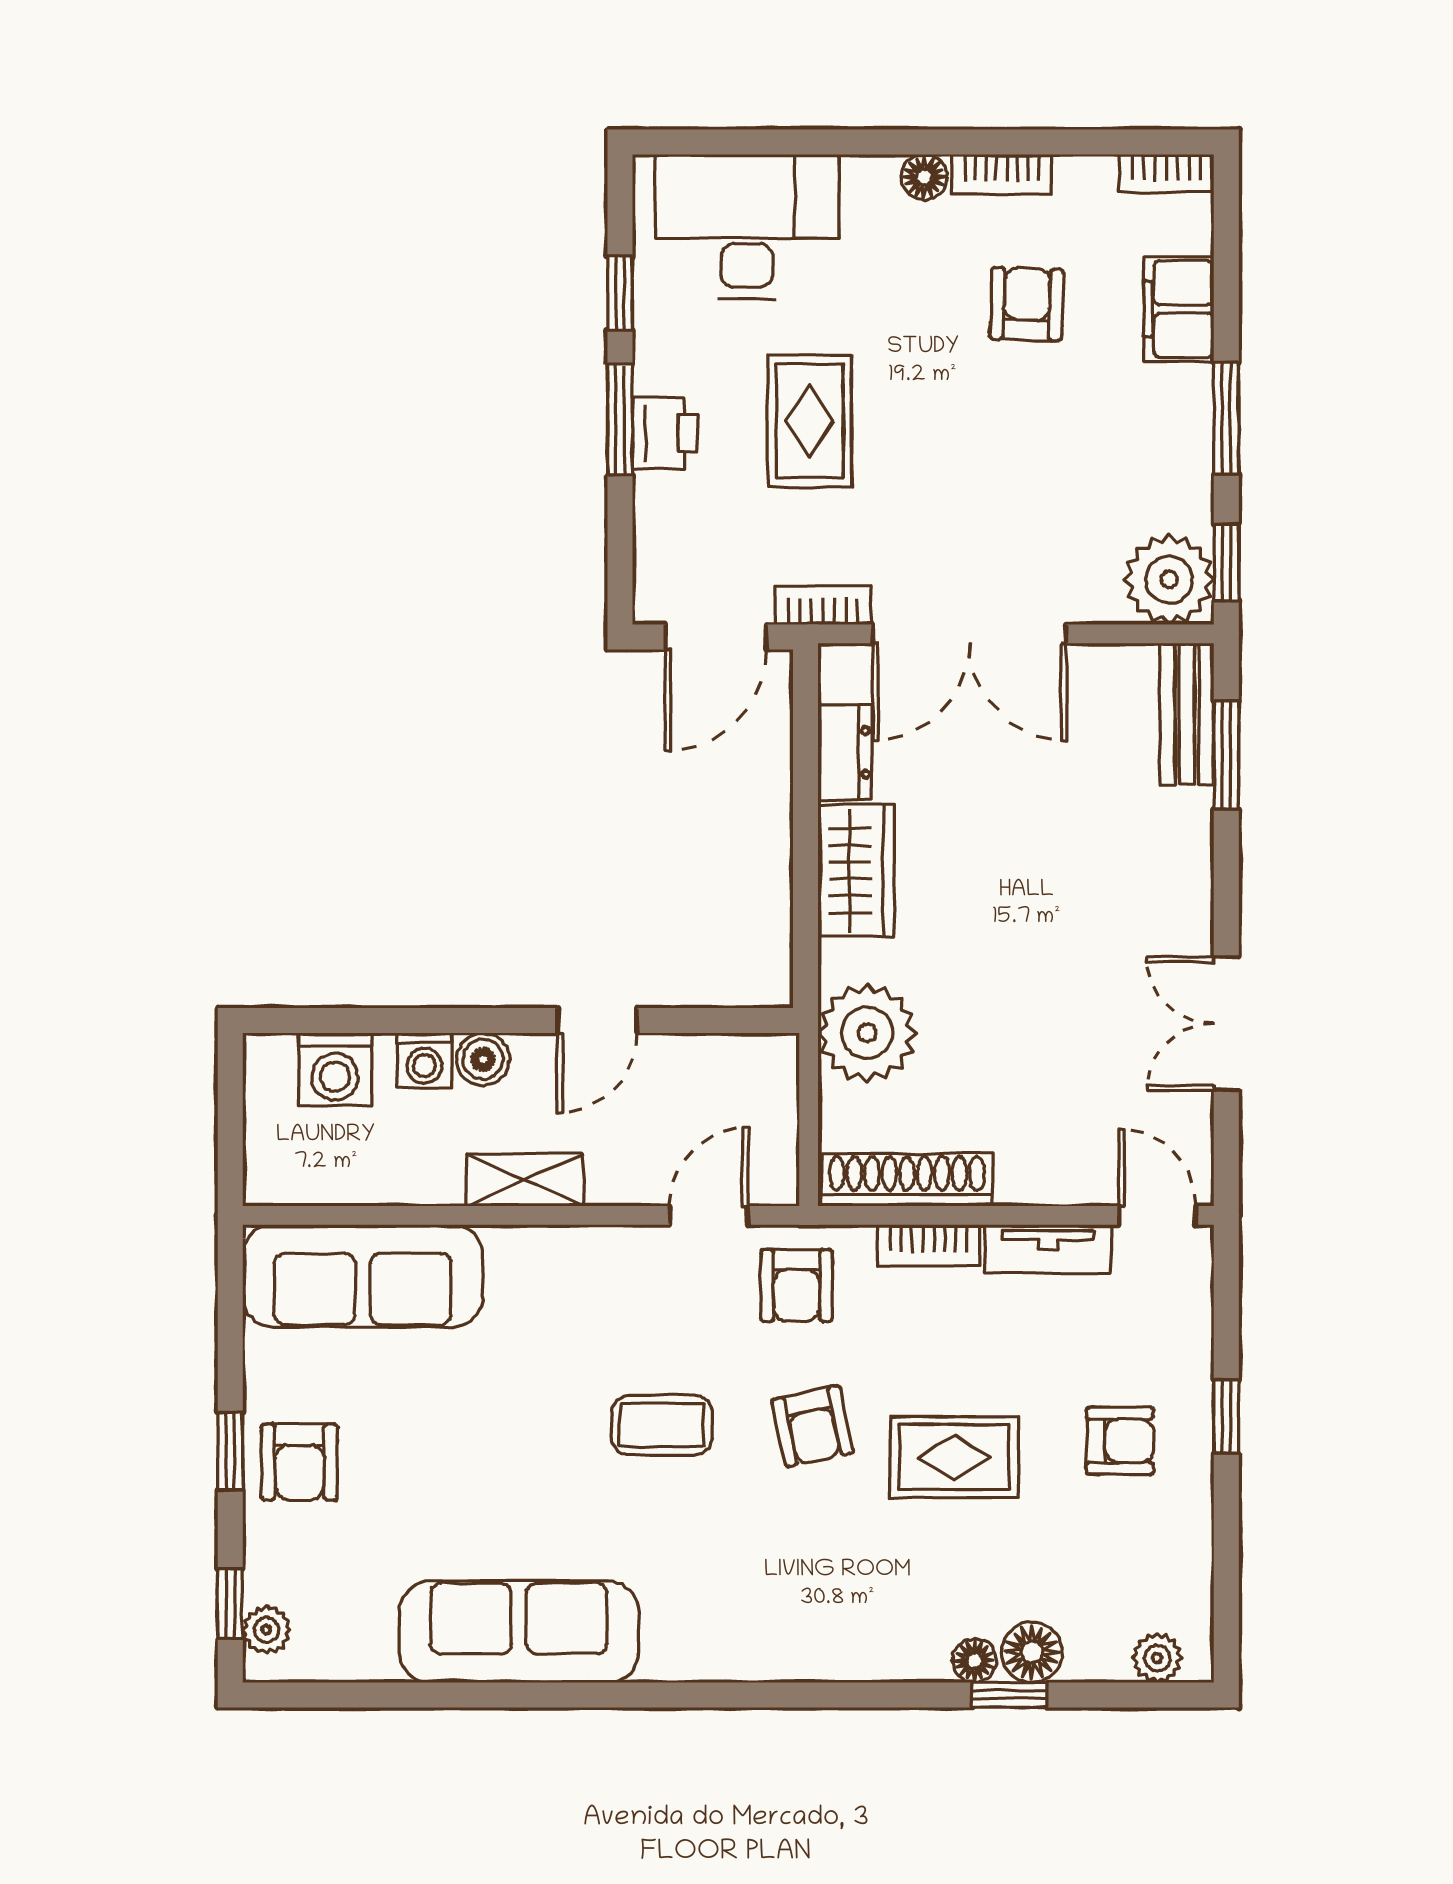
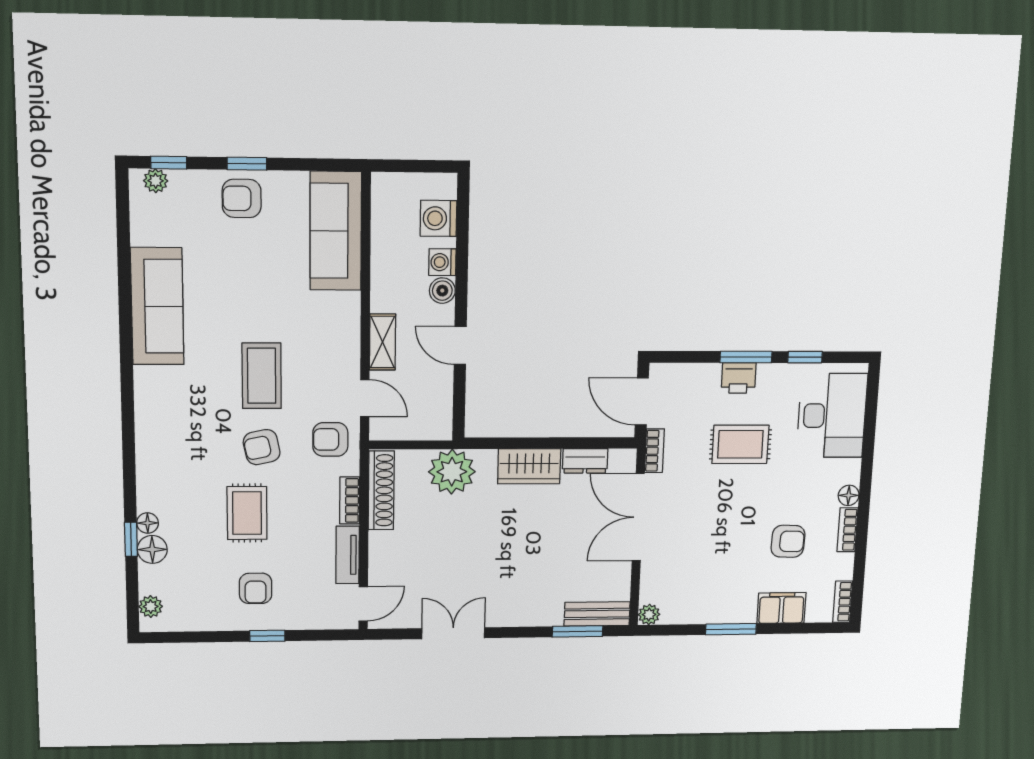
window: (1226, 562) -> (666, 630), removed
plant: (1169, 580) -> (649, 615), width x0.53, depth x0.53
shelving: (525, 1180) -> (383, 342), moved
coffee table: (662, 1425) -> (262, 376), width x1.36, depth x1.30

